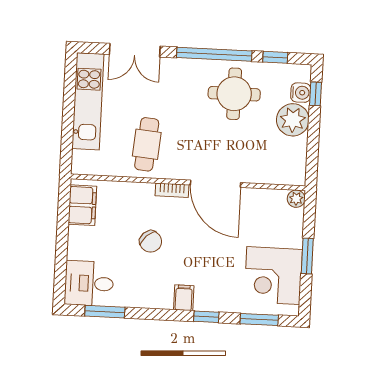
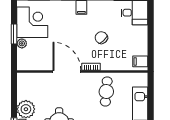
plant: (296, 199) -> (22, 43), moved
filing cabinet: (82, 205) -> (140, 61), width x0.50

